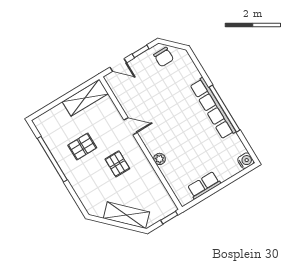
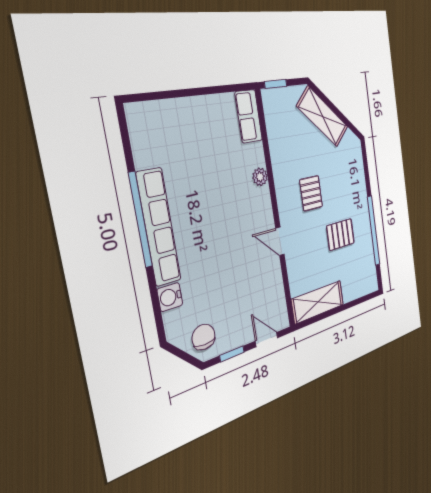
water cooler: (246, 161) -> (170, 297), moved
row of seats: (204, 185) -> (249, 116), moved, turned 90

